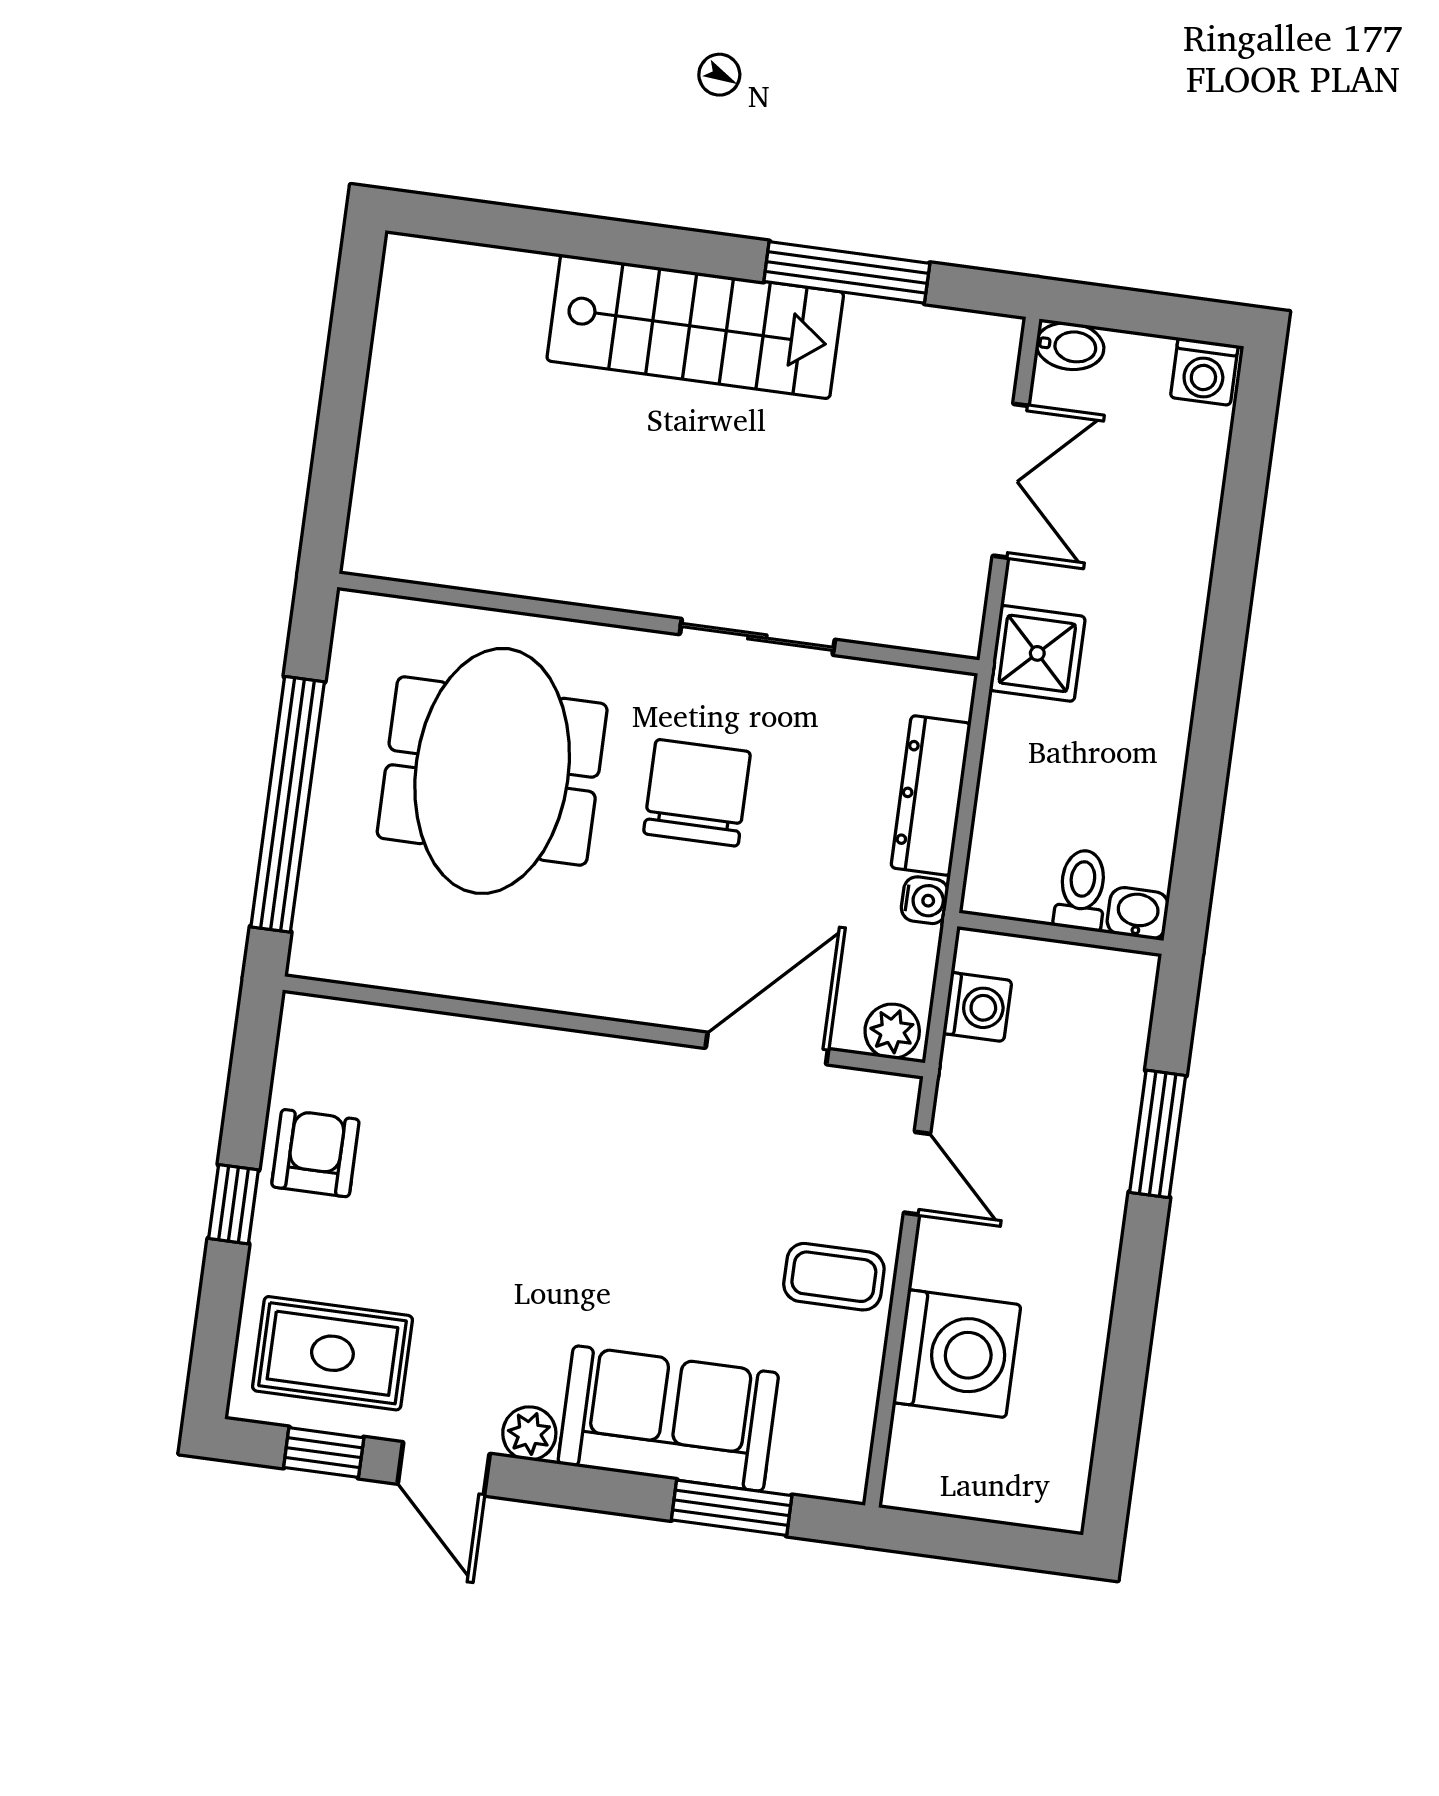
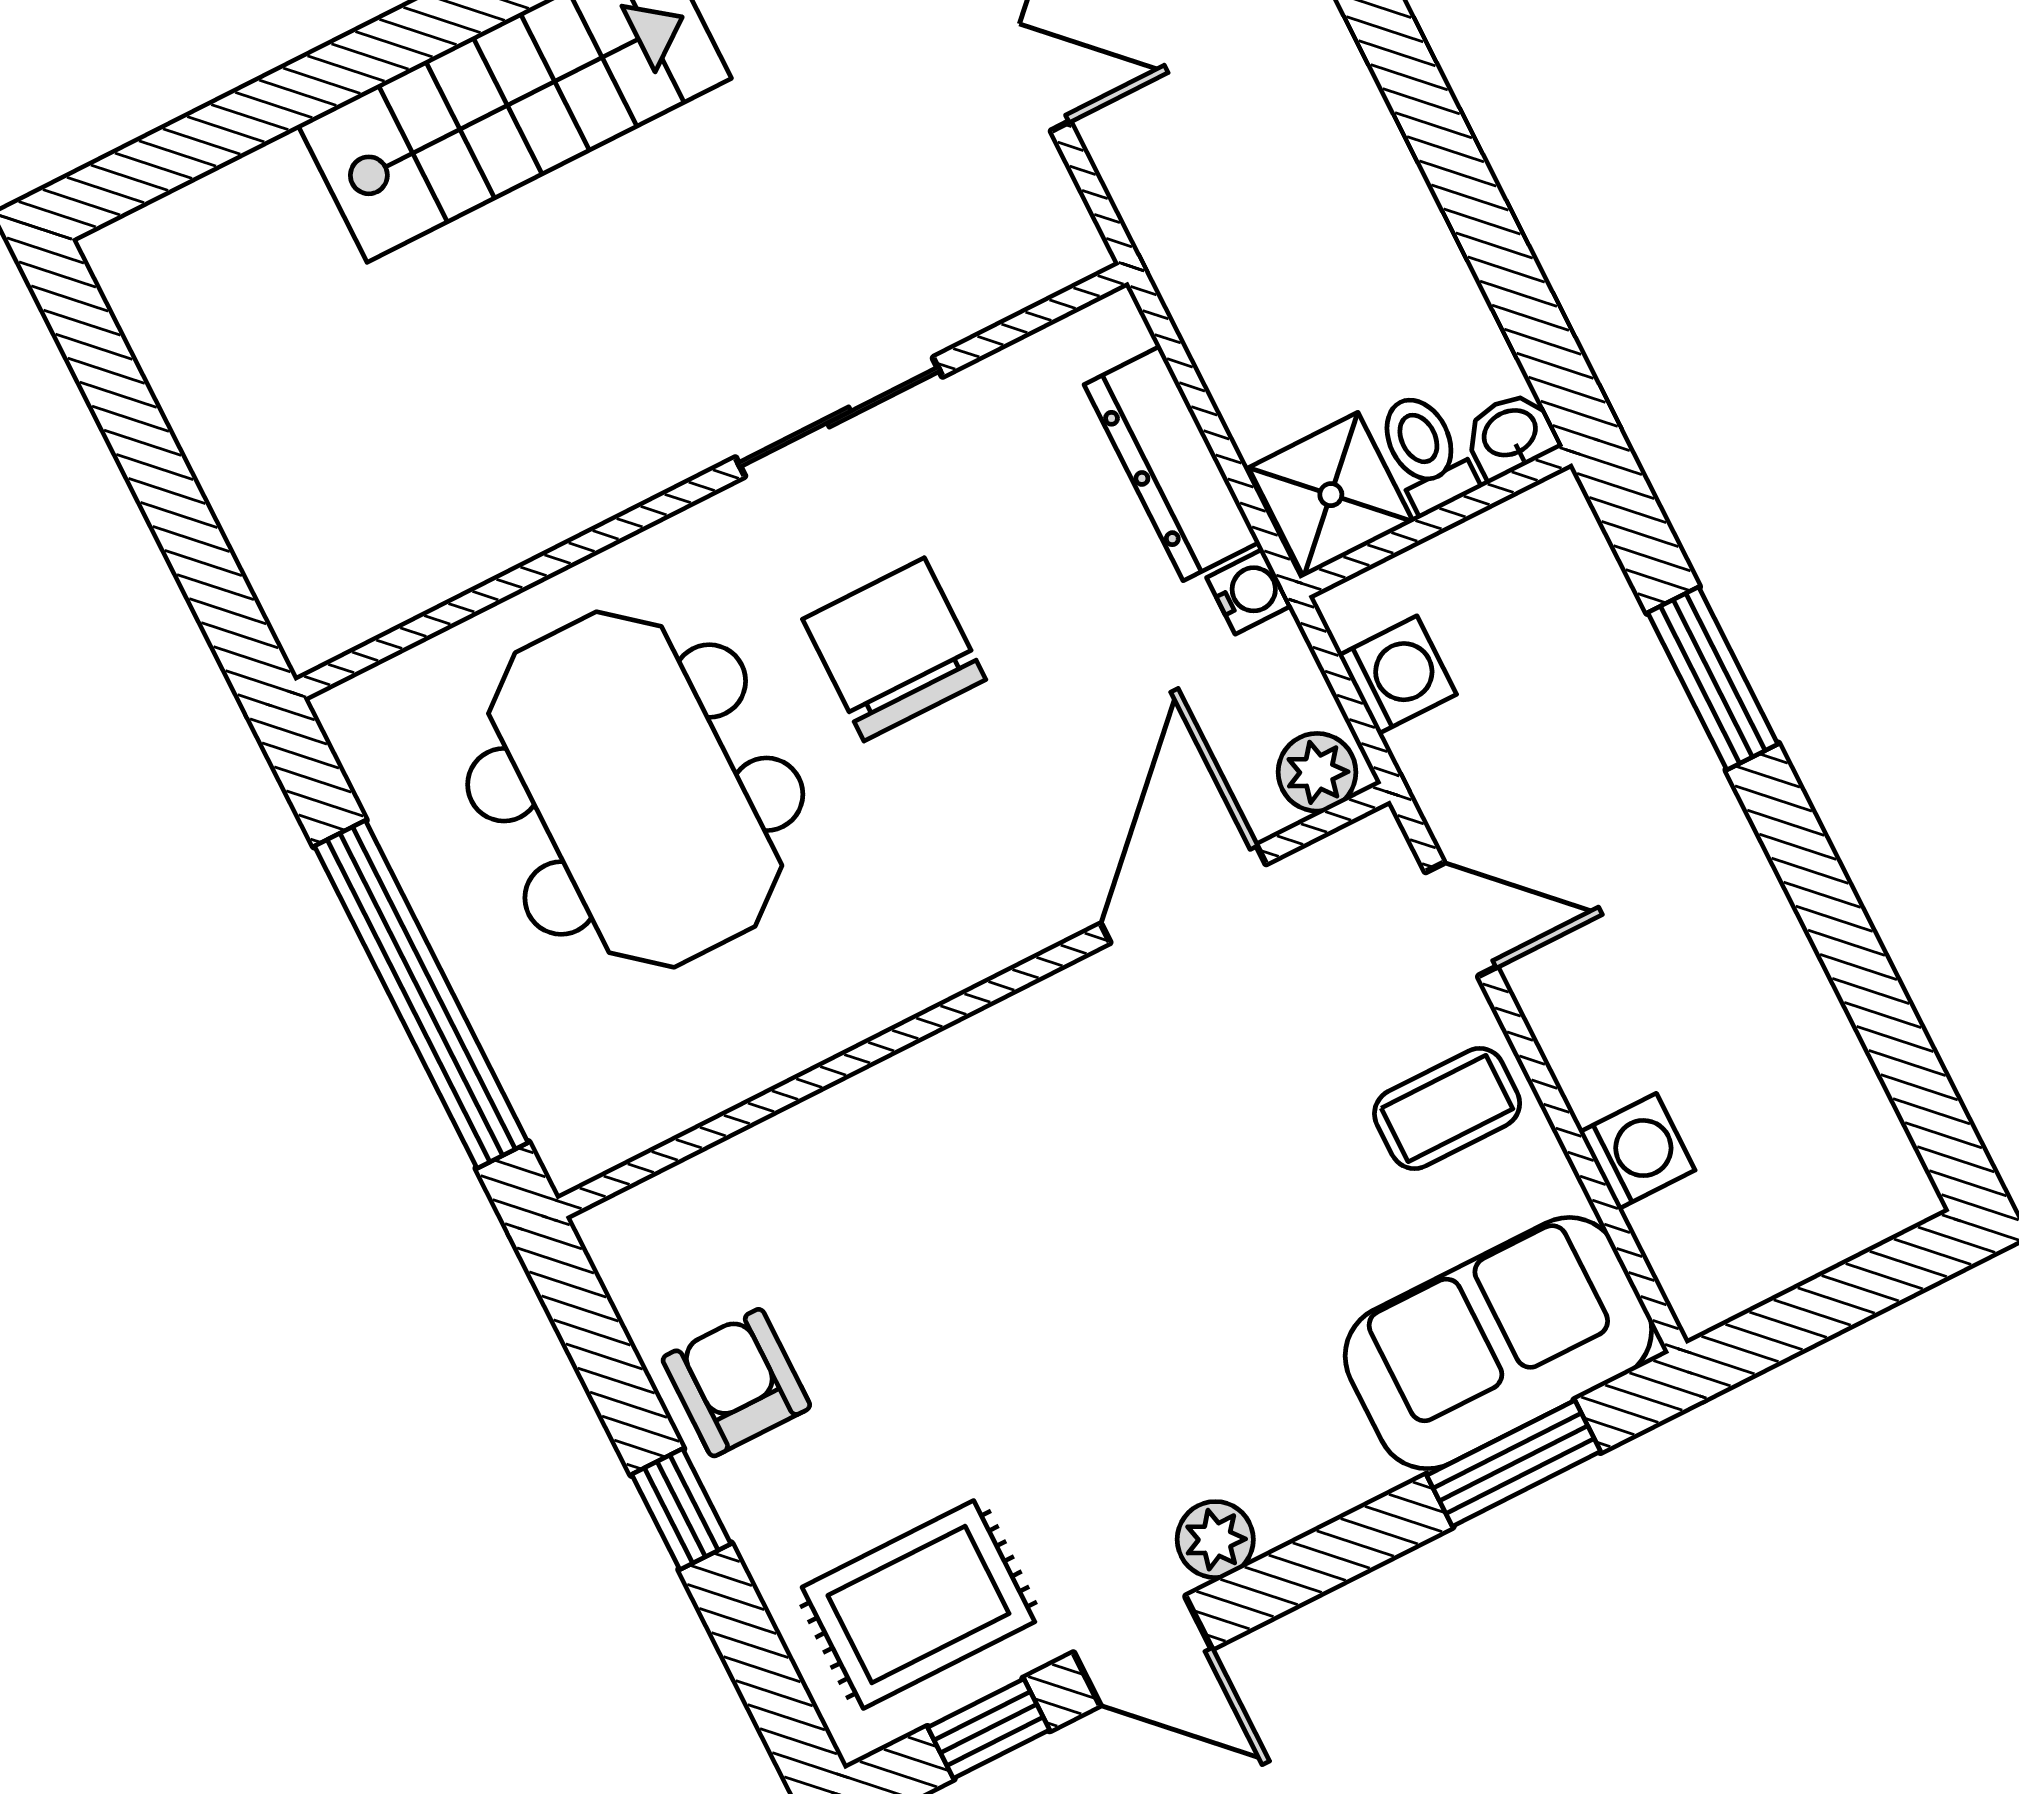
shower: (1037, 653) -> (1331, 495), moved
washing machine: (957, 1354) -> (1637, 1151), width x0.53, depth x0.53
sofa: (668, 1419) -> (1498, 1343), moved

